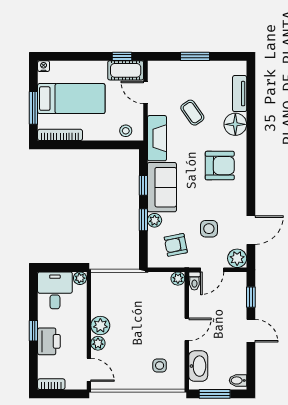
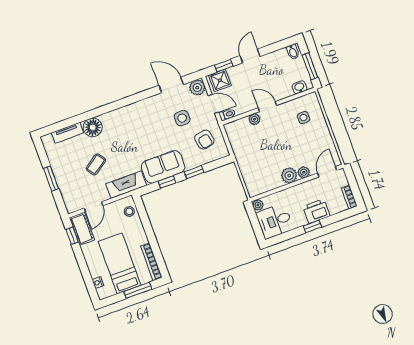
nightstand: (44, 66) -> (98, 283), moved
armchair: (220, 166) -> (130, 128), removed
plant: (155, 220) -> (191, 163), removed
plant: (178, 279) -> (254, 119), moved
shower: (236, 287) -> (220, 80), added
washbasin: (198, 366) -> (299, 87), width x0.52, depth x0.69

